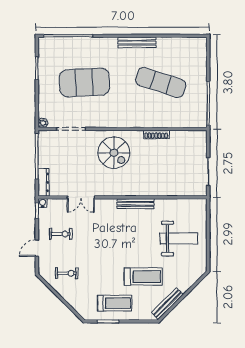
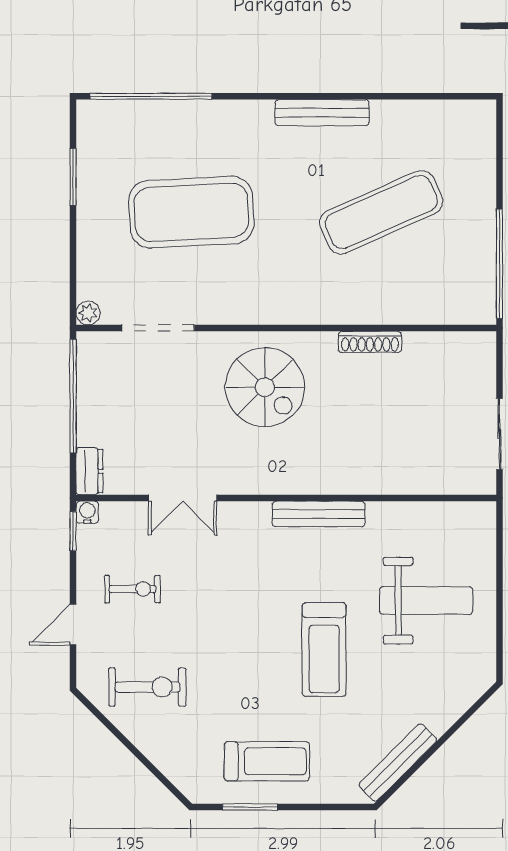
exercise mat: (161, 82) -> (381, 212), turned -42
dresser: (43, 182) -> (90, 471), width x0.70
exercise bike: (67, 273) -> (148, 687), width x1.38, depth x1.39
treadmill: (143, 277) -> (324, 650), moved, turned 90

